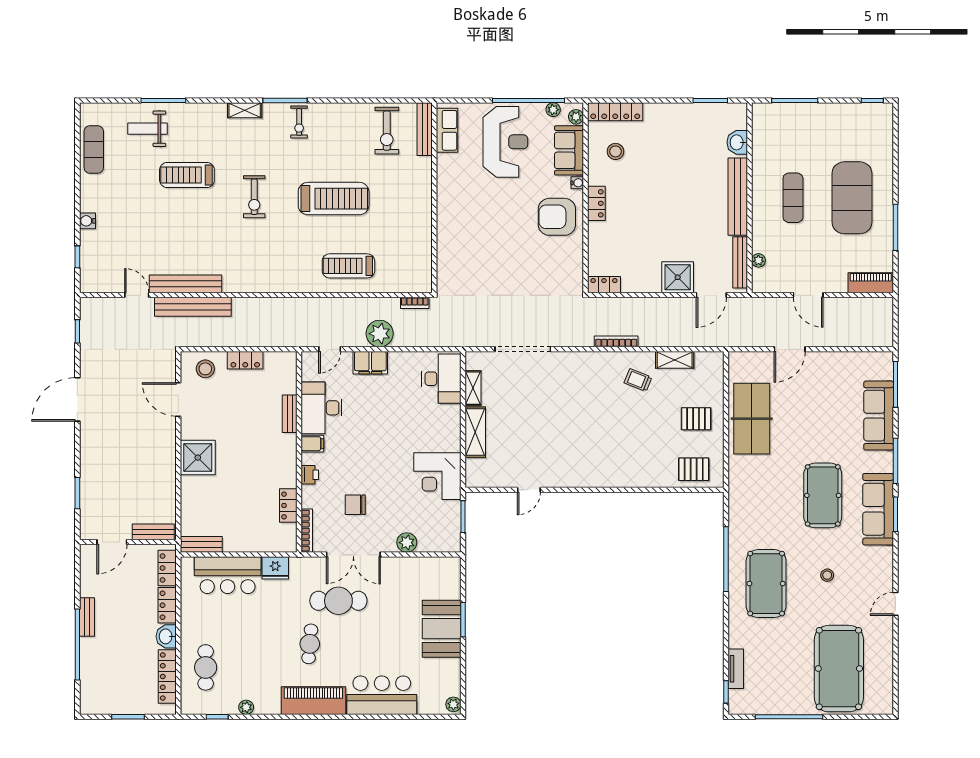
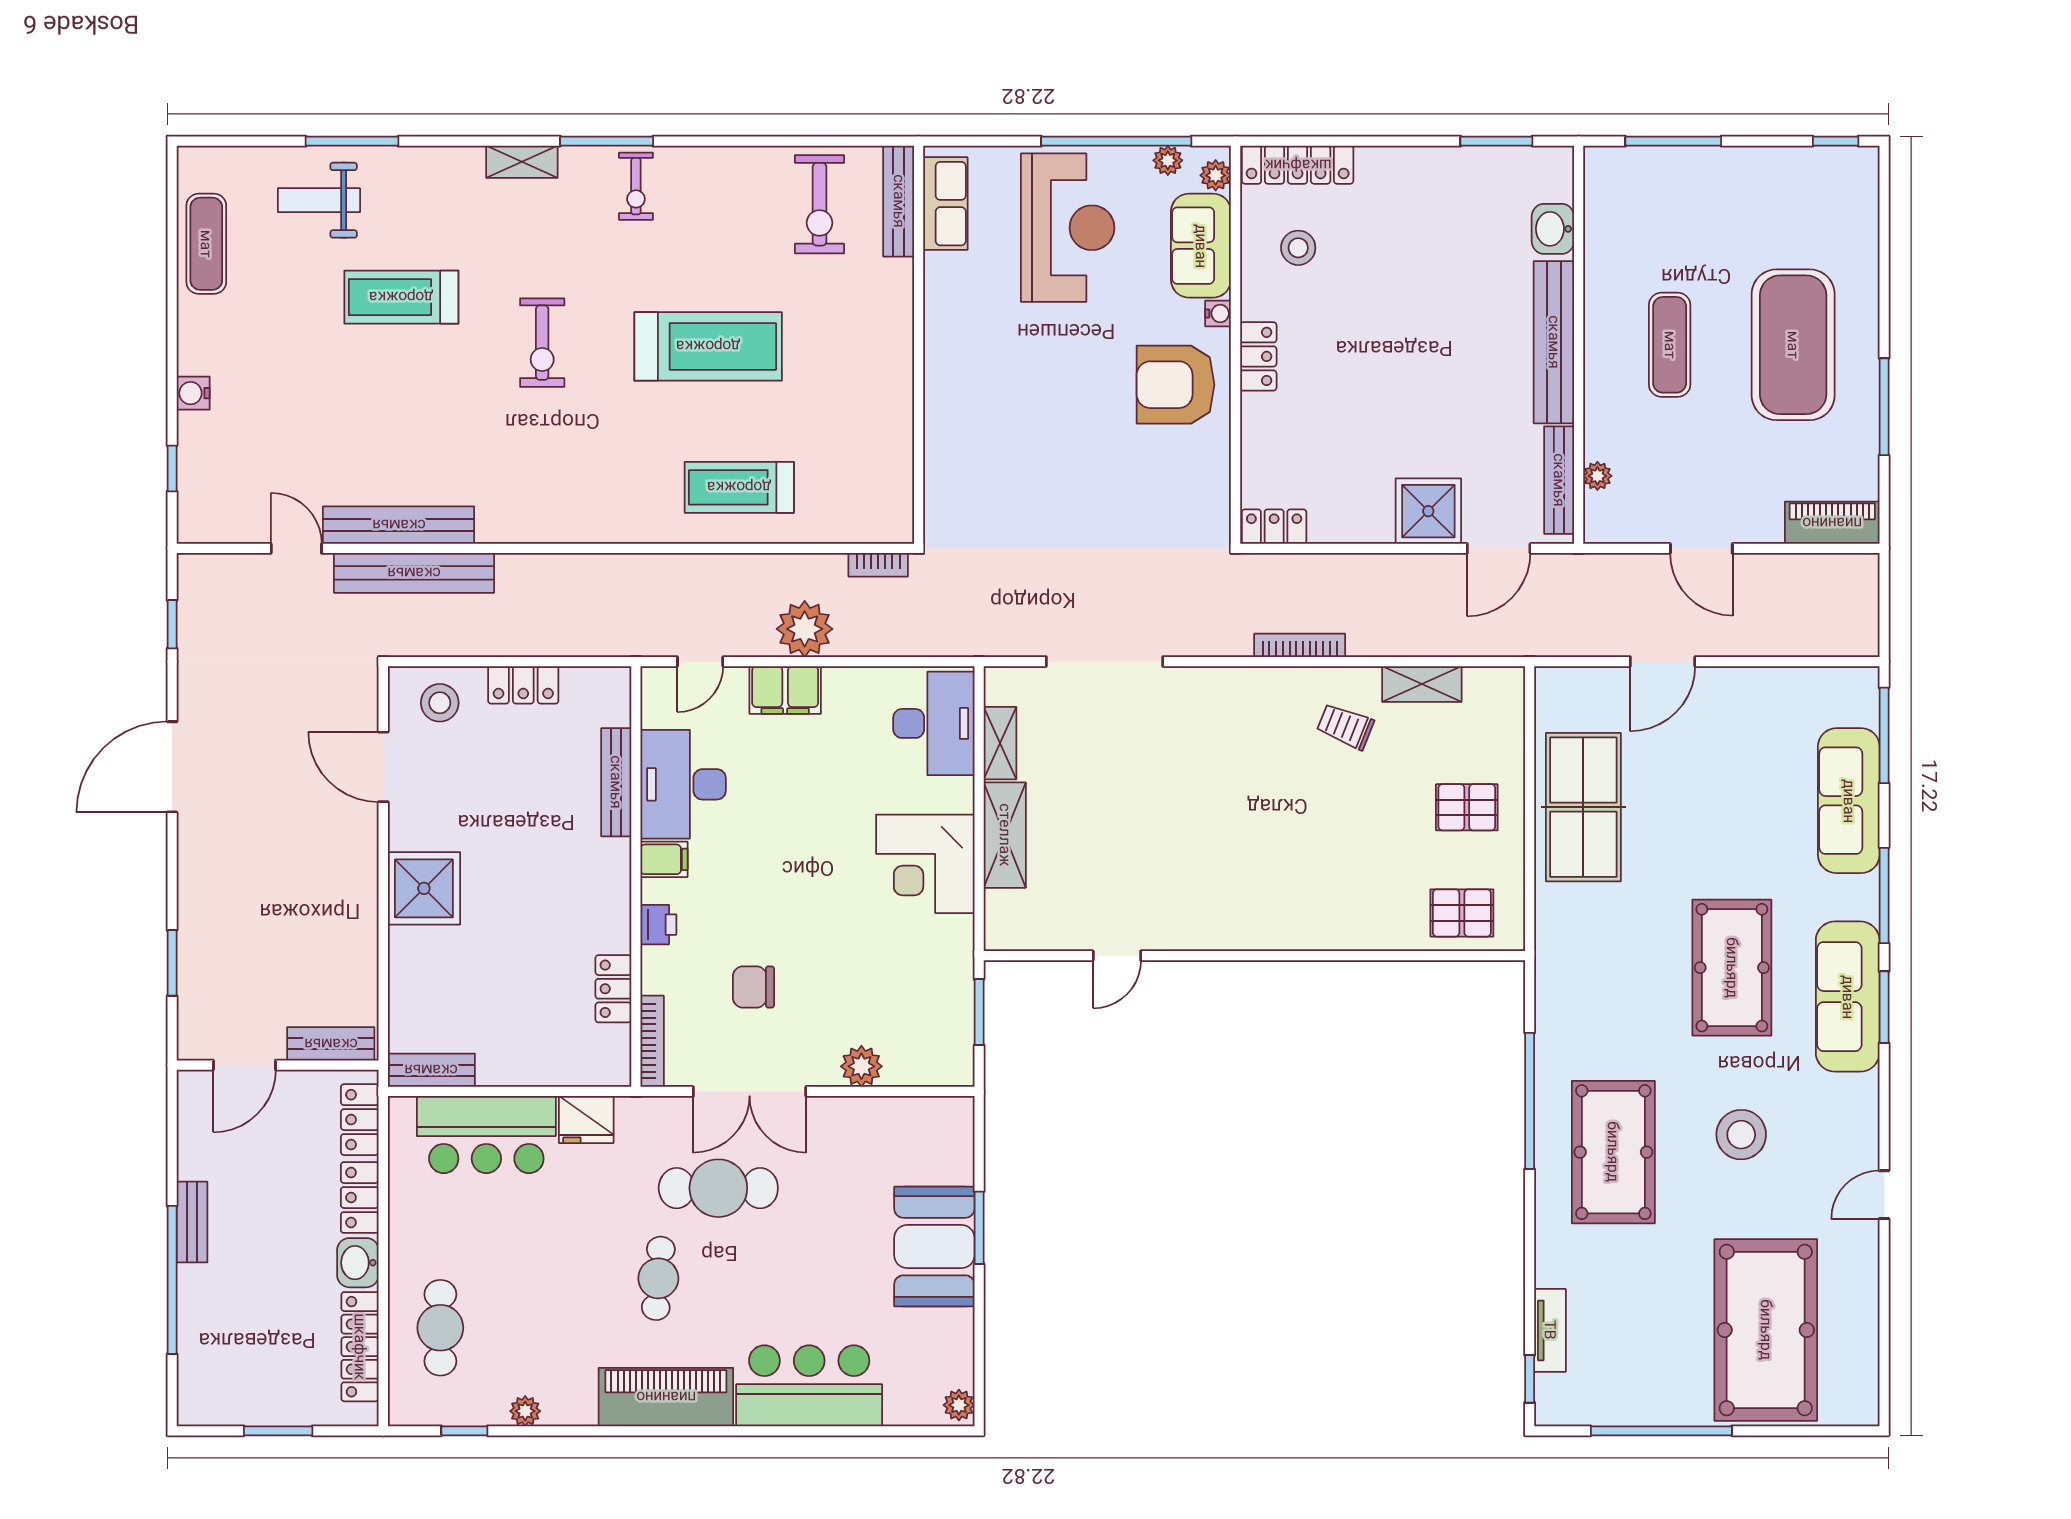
bench: (290, 414) -> (616, 782), width x1.36
corner desk: (437, 476) -> (925, 864), moved
stool: (827, 575) -> (1741, 1135), width x1.89, depth x1.89

